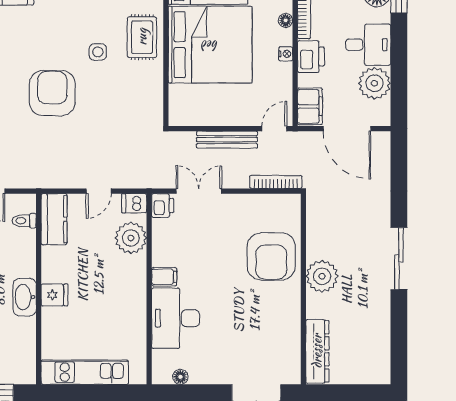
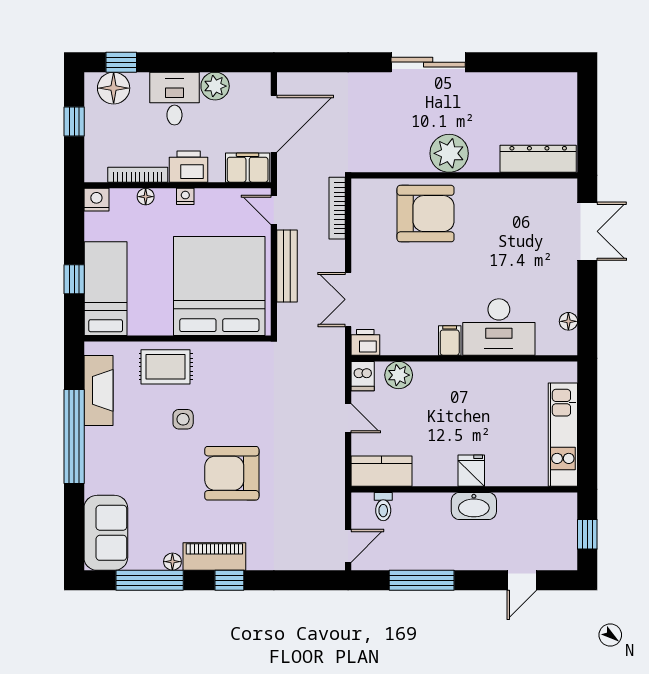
bed: (210, 45) -> (219, 286), moved
plant: (374, 83) -> (215, 86), width x0.73, depth x0.73
plant: (131, 238) -> (399, 375), width x0.73, depth x0.73

